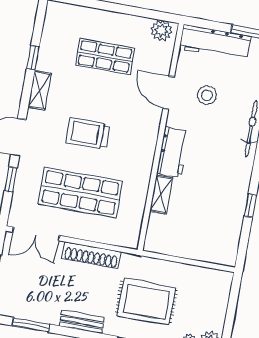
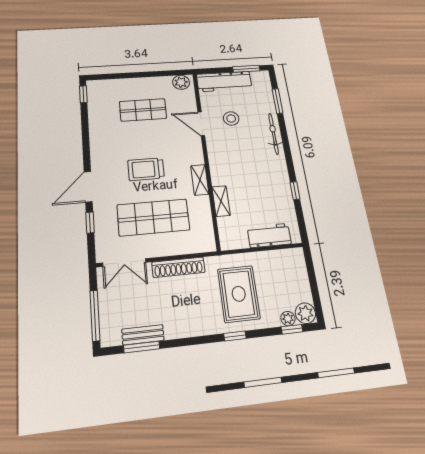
window: (33, 58) -> (83, 94), moved
shelving: (40, 90) -> (200, 180), moved
workbench: (173, 152) -> (269, 235), moved, turned -90
rug: (146, 302) -> (239, 294), turned 90
bench: (82, 322) -> (143, 335), moved

